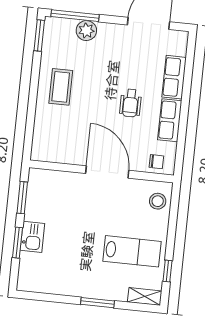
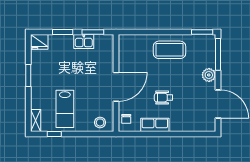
plant: (86, 31) -> (209, 75), moved
row of seats: (174, 77) -> (184, 125), removed
coffee table: (61, 87) -> (169, 50), width x1.36, depth x1.32
kitchen sink: (32, 237) -> (84, 42), moved
fridge: (28, 279) -> (39, 42), added
window: (97, 303) -> (28, 75), moved

